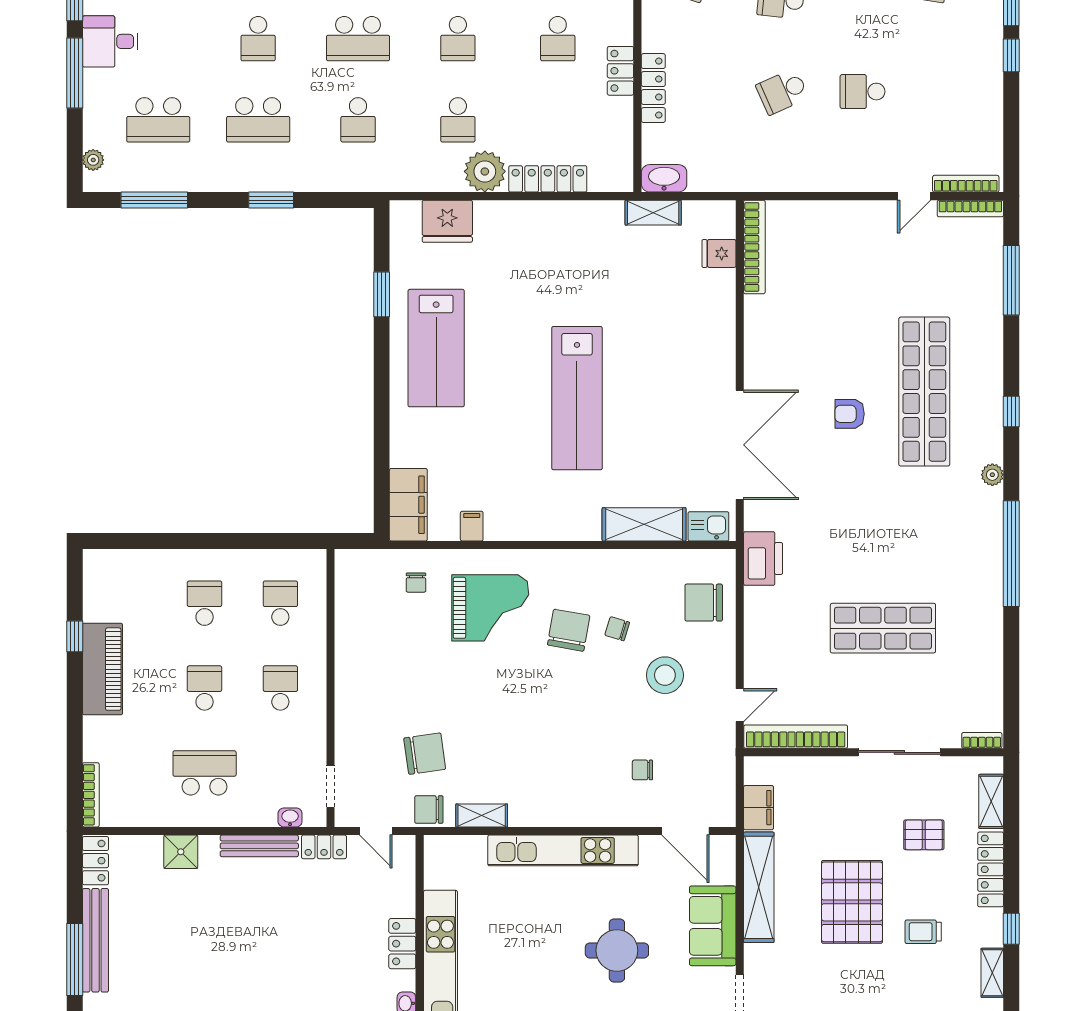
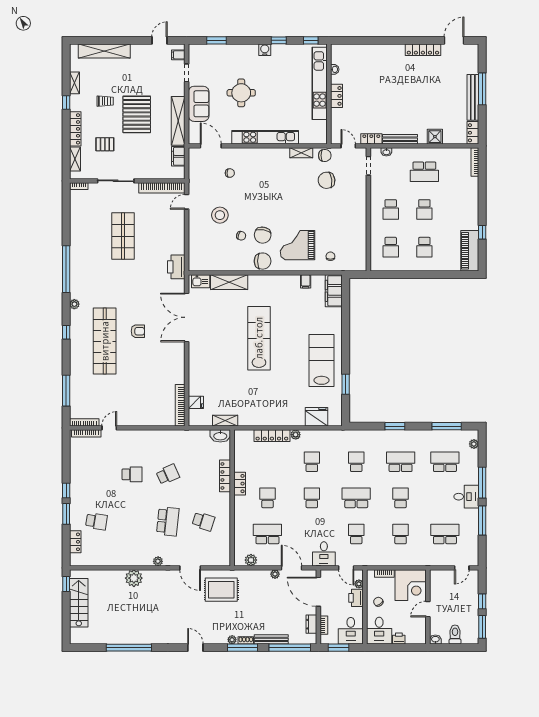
plant: (485, 171) -> (296, 435), width x0.53, depth x0.53
chair: (704, 603) -> (263, 261), moved
shop shelf: (883, 628) -> (123, 236), turned 90
piano: (102, 669) -> (470, 251), moved

